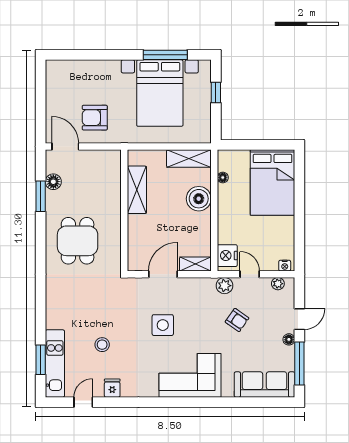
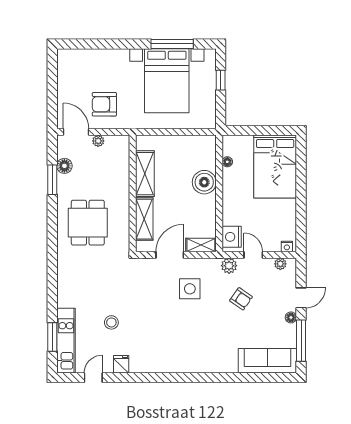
plant: (88, 156) -> (98, 141), added
shelving: (189, 159) -> (144, 219), moved, turned 90
side table: (163, 325) -> (190, 289), moved
corner sofa: (190, 375) -> (196, 352), removed

